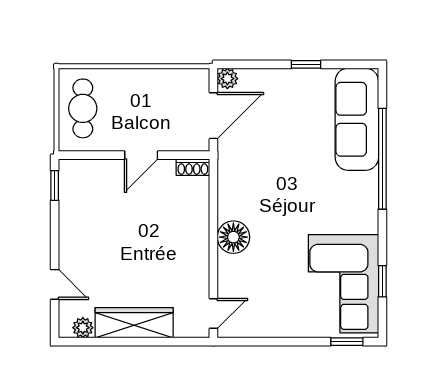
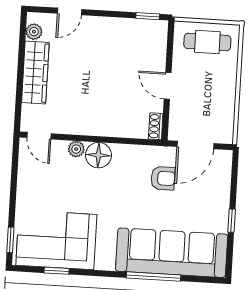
plant: (227, 79) -> (76, 149), moved
door: (213, 116) -> (195, 145), hinge flipped
sofa: (357, 119) -> (172, 253), width x1.36, depth x1.27
armchair: (258, 154) -> (163, 178), added
window: (382, 159) -> (153, 277), width x0.68

